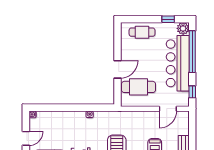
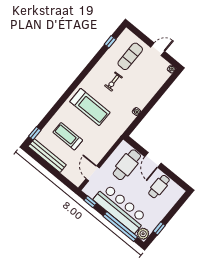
cafe table: (142, 32) -> (159, 187), moved
door: (26, 138) -> (158, 49), swing flipped

